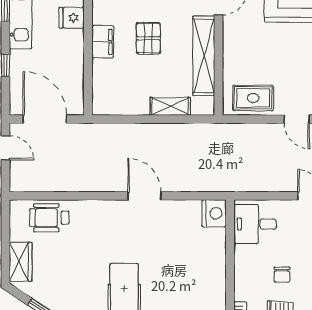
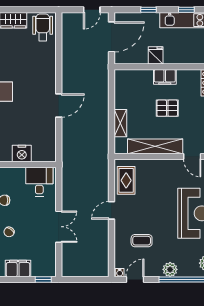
fridge: (72, 18) -> (156, 55), moved
nightstand: (214, 213) -> (22, 153), moved
wheelchair: (49, 218) -> (43, 27), moved

